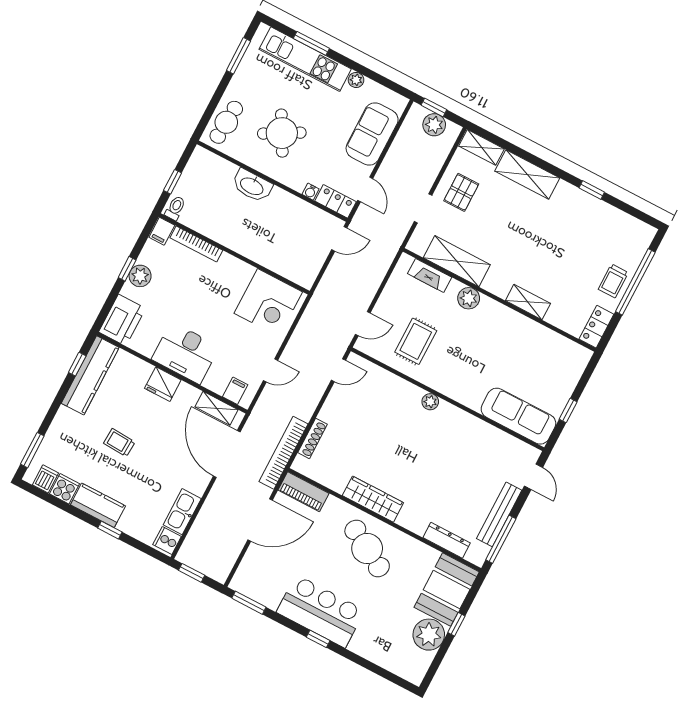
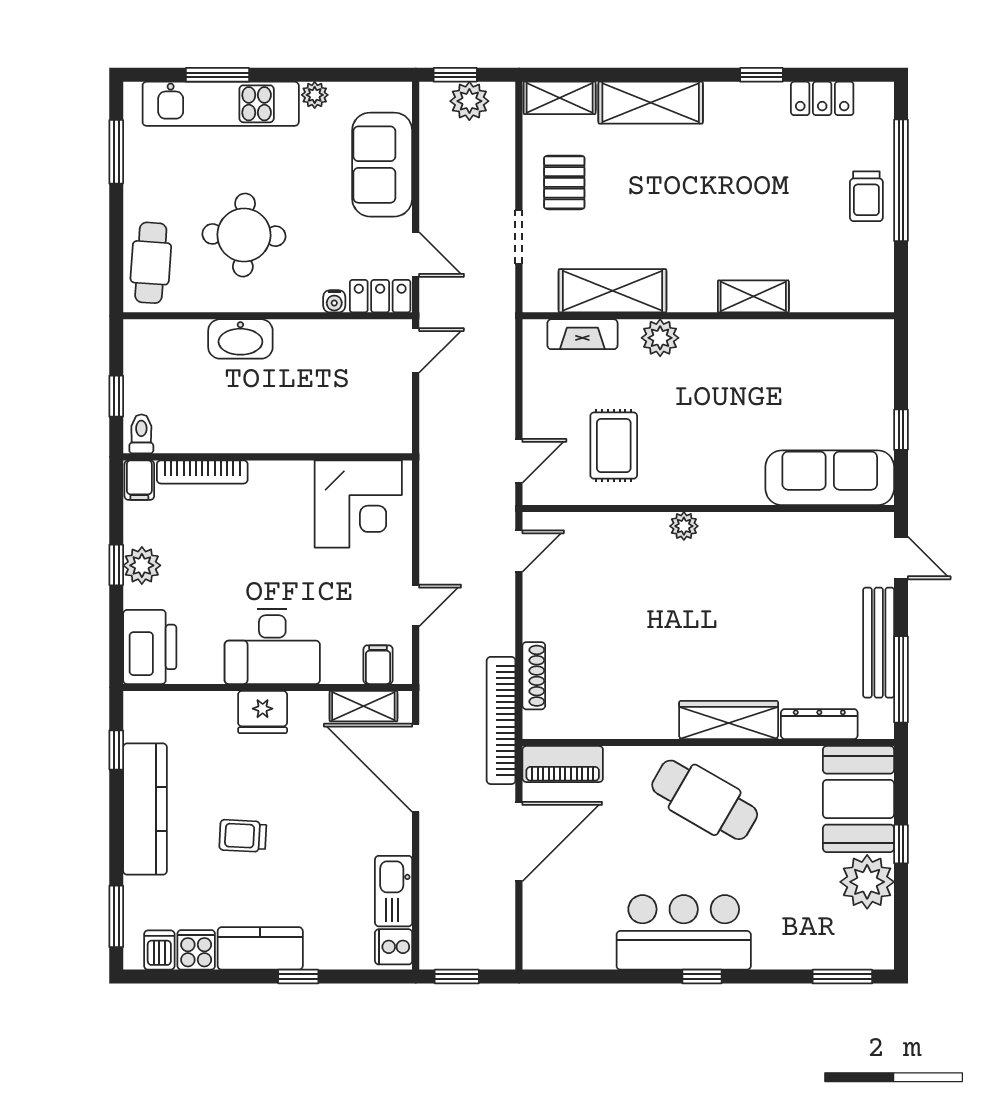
round table: (282, 133) -> (244, 235), turned 31
locker: (596, 327) -> (822, 98), moved, turned -90
kitchen counter: (90, 375) -> (145, 809), moved
wardrobe: (373, 499) -> (729, 720), moved
window: (249, 603) -> (842, 977), moved

